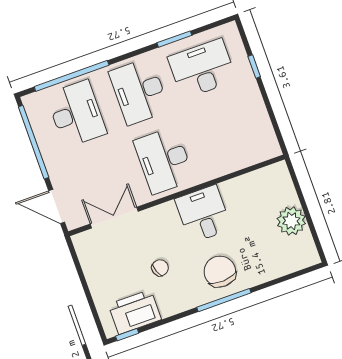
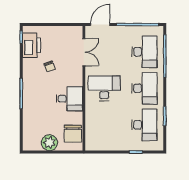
desk: (139, 91) -> (144, 88), turned 90
desk: (76, 114) -> (144, 52), turned -90
chair: (220, 272) -> (73, 134), moved, turned 93

